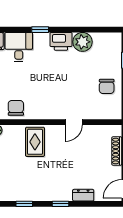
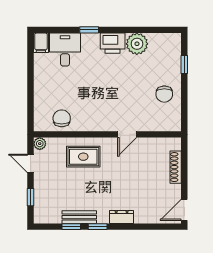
rug: (35, 142) -> (83, 157), turned 90
bench: (31, 195) -> (79, 217), added
dresser: (83, 195) -> (122, 217), moved
window: (60, 204) -> (98, 227), moved

